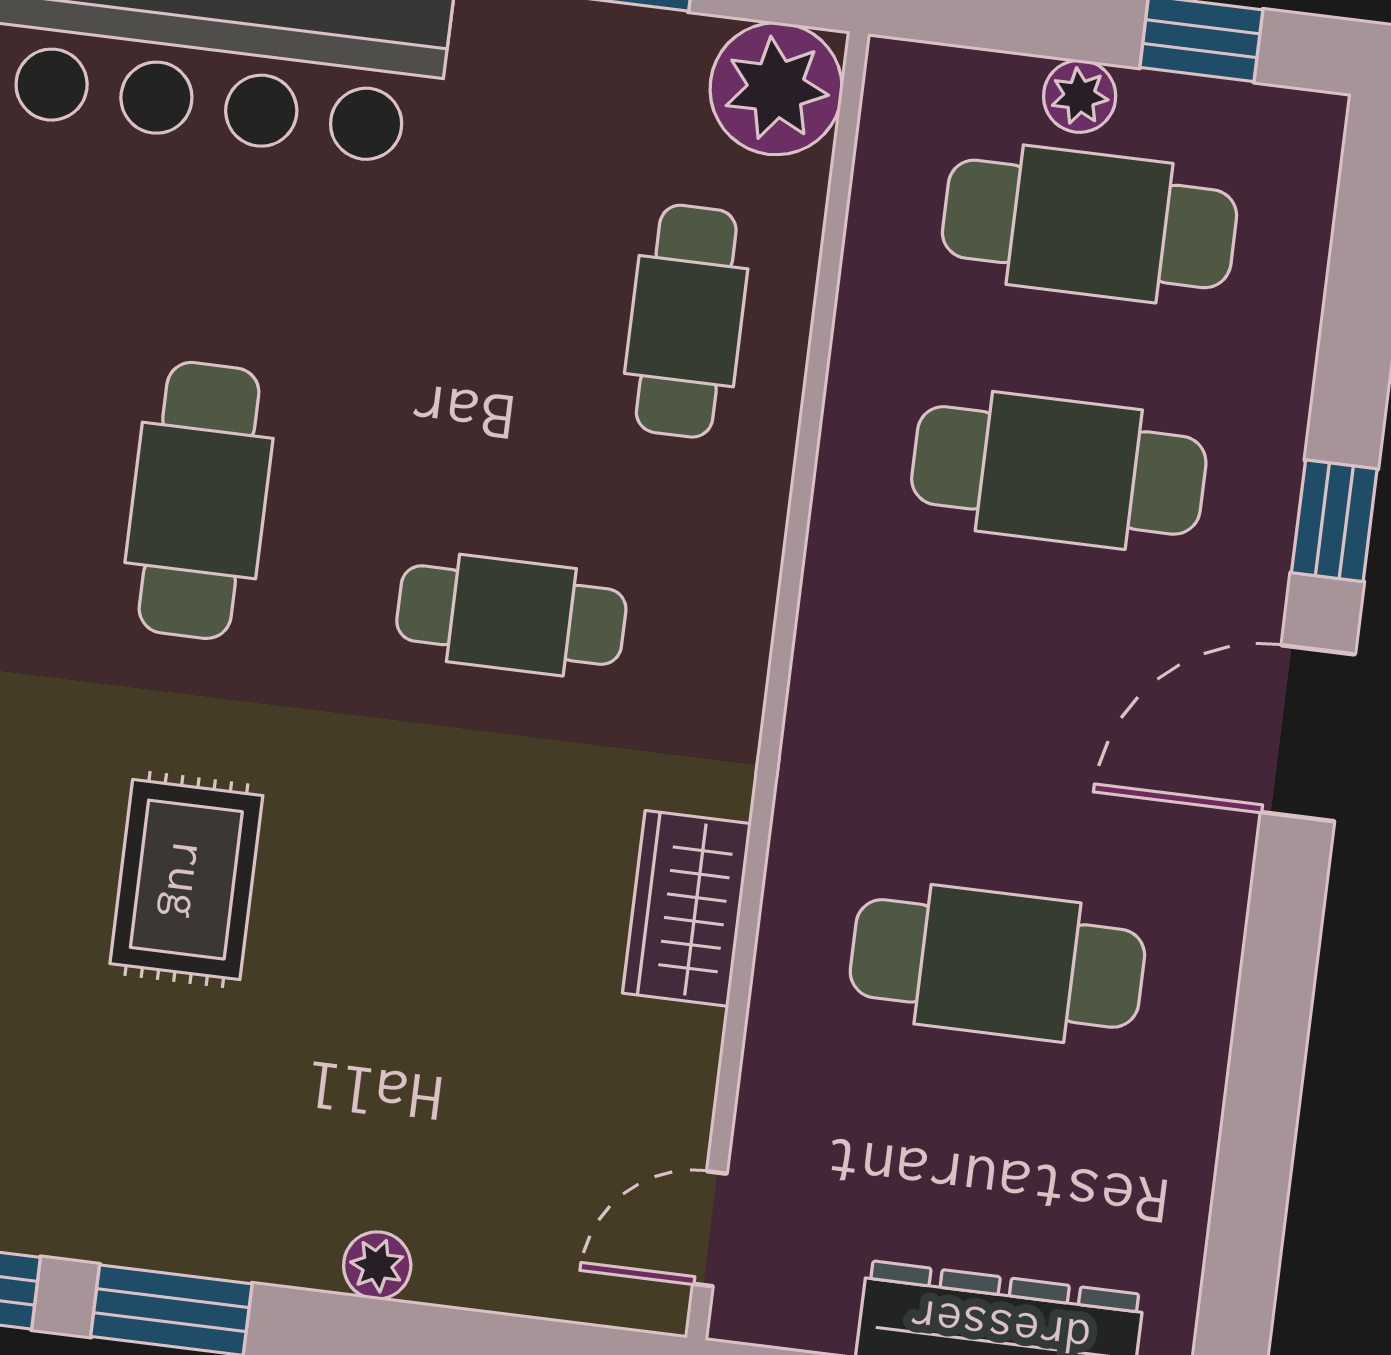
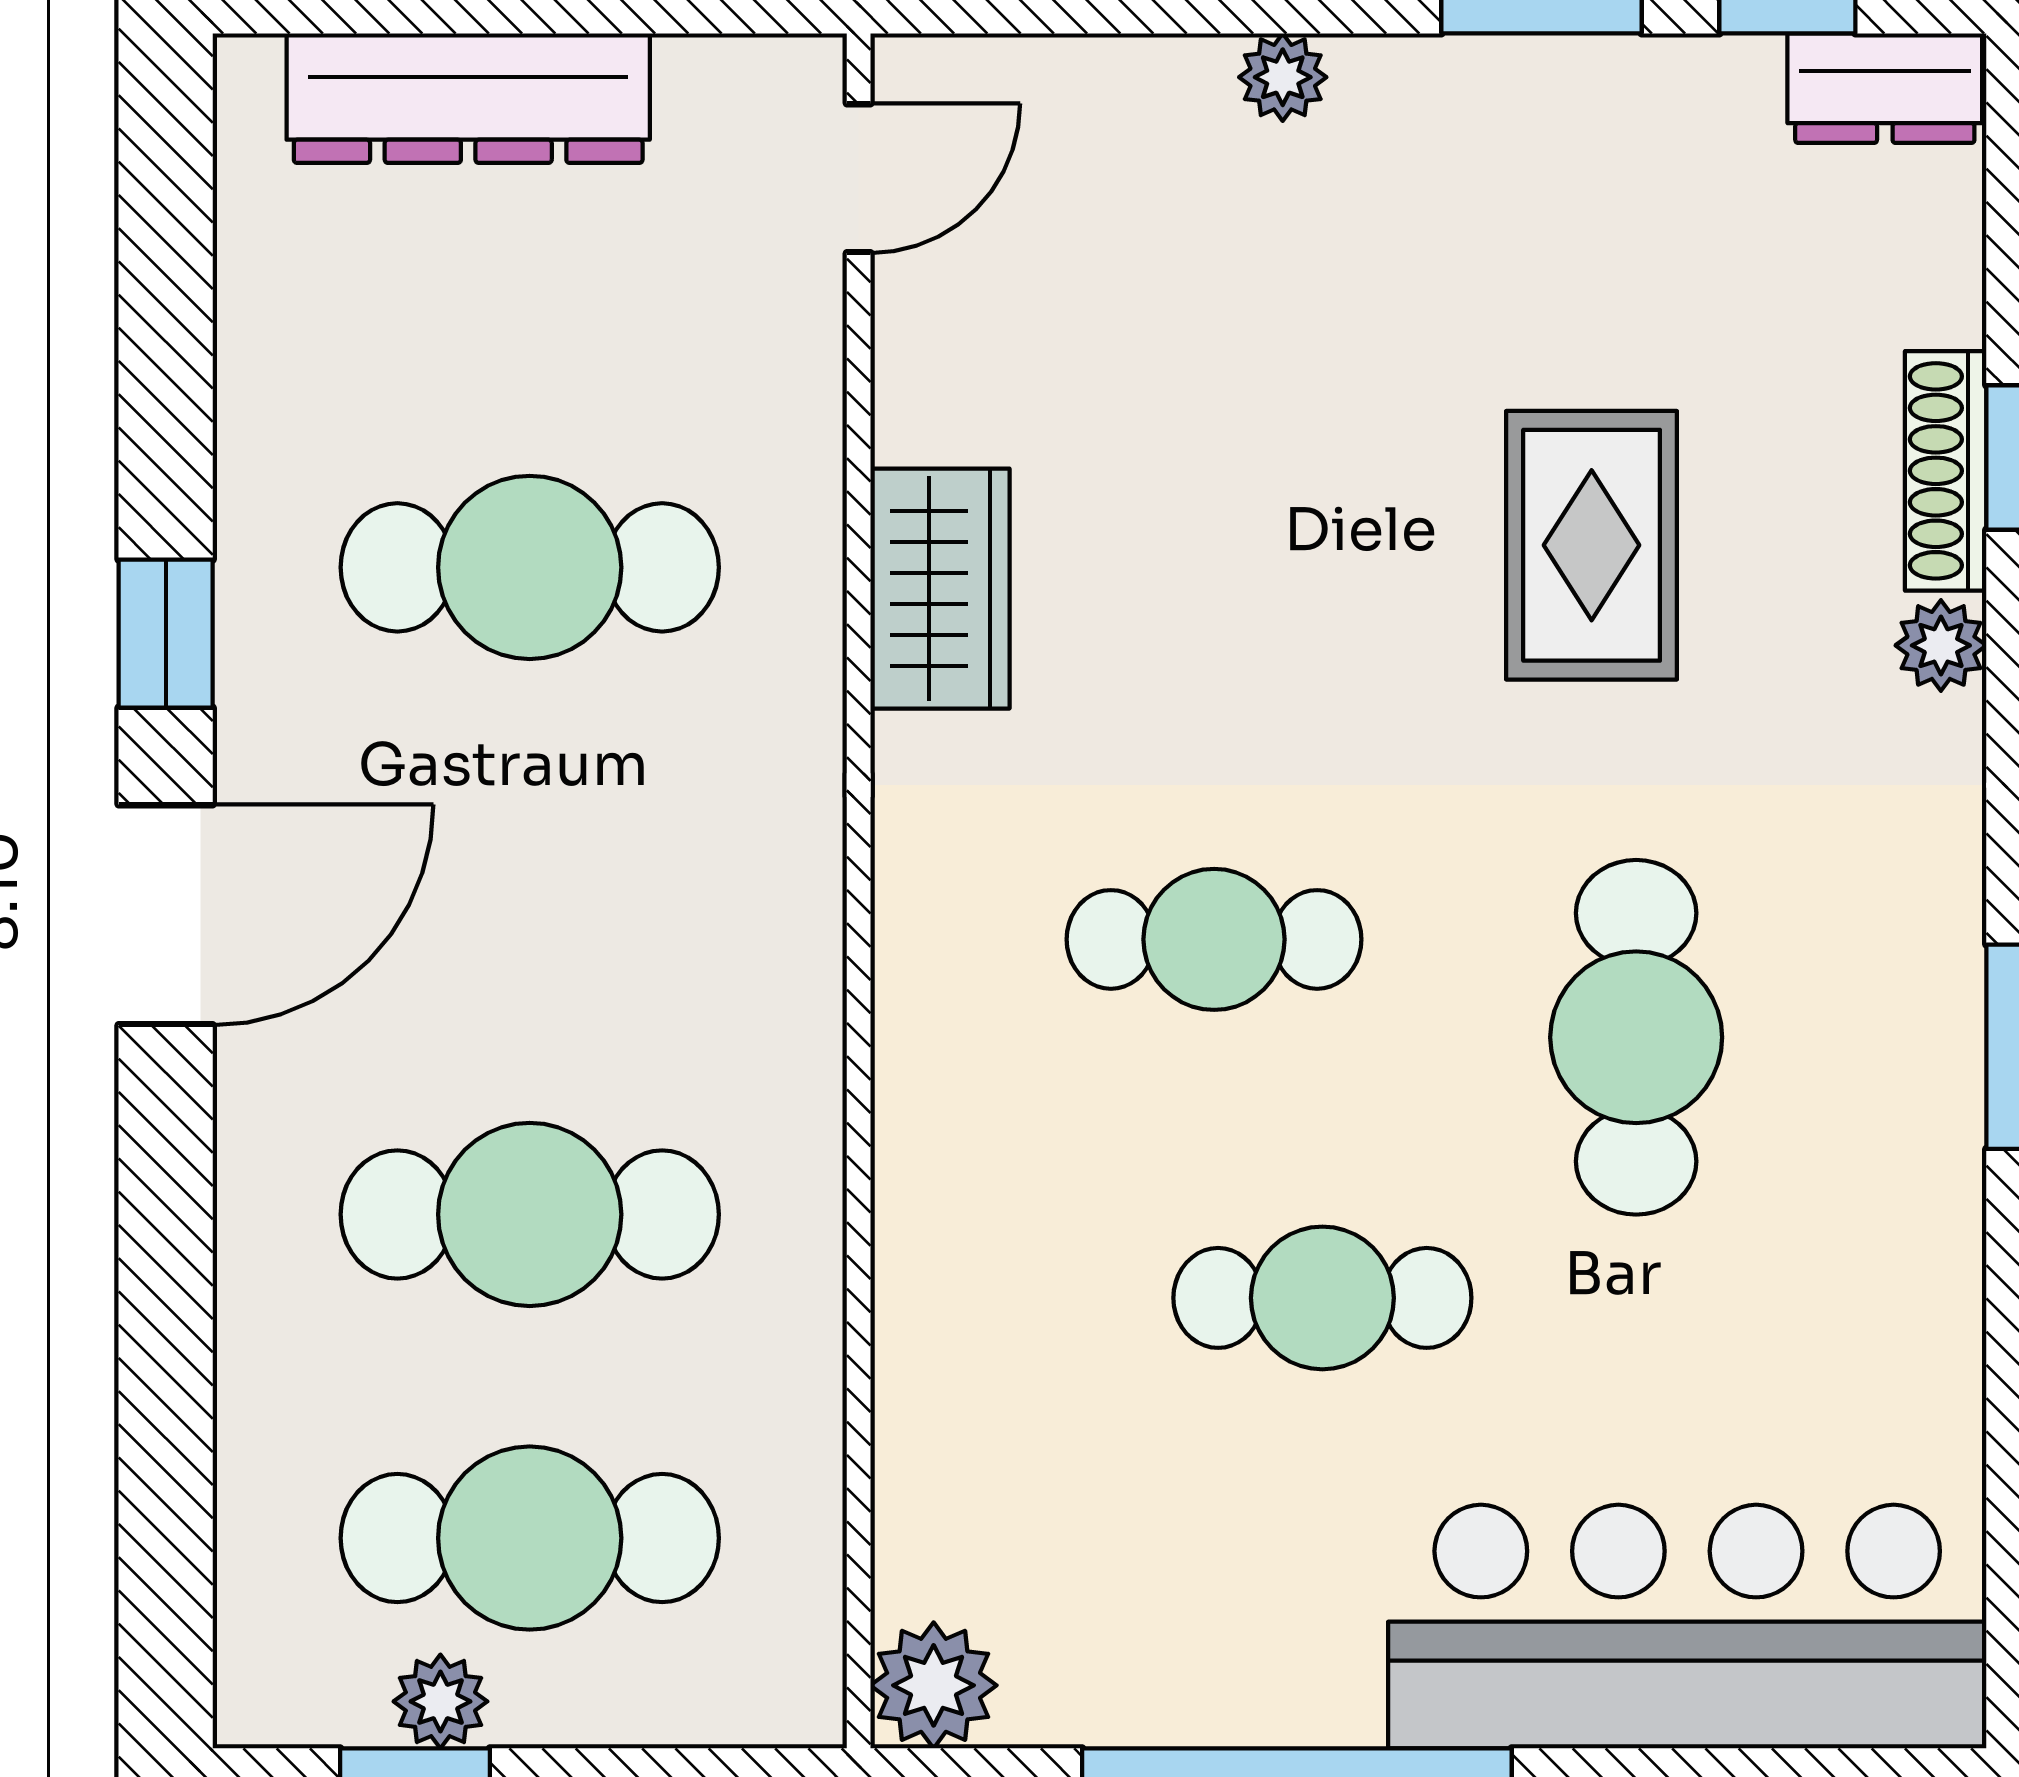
plant: (776, 89) -> (934, 1685), width x0.73, depth x0.73
plant: (1080, 96) -> (440, 1701), moved
cafe table: (686, 321) -> (1322, 1298), moved, turned 90
window: (1334, 521) -> (166, 634), moved

